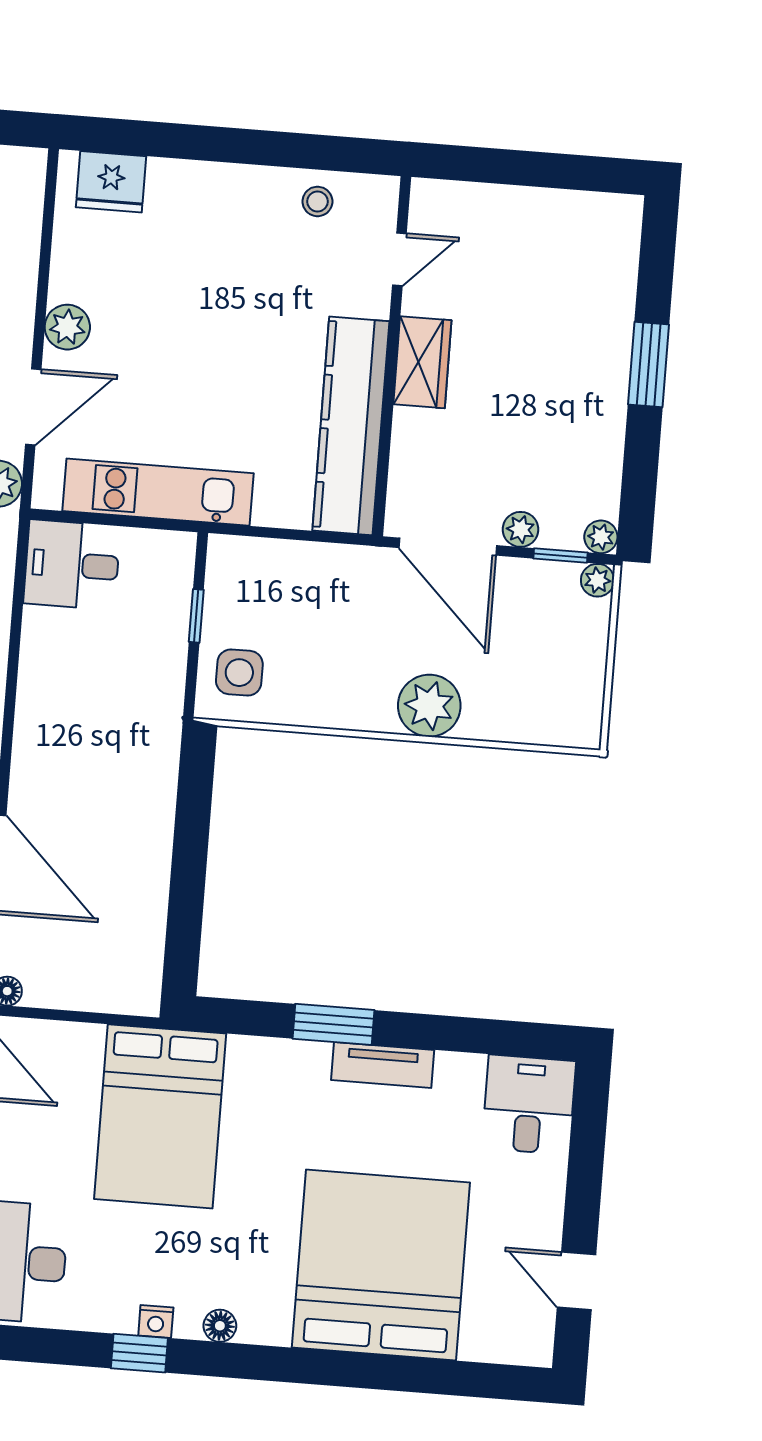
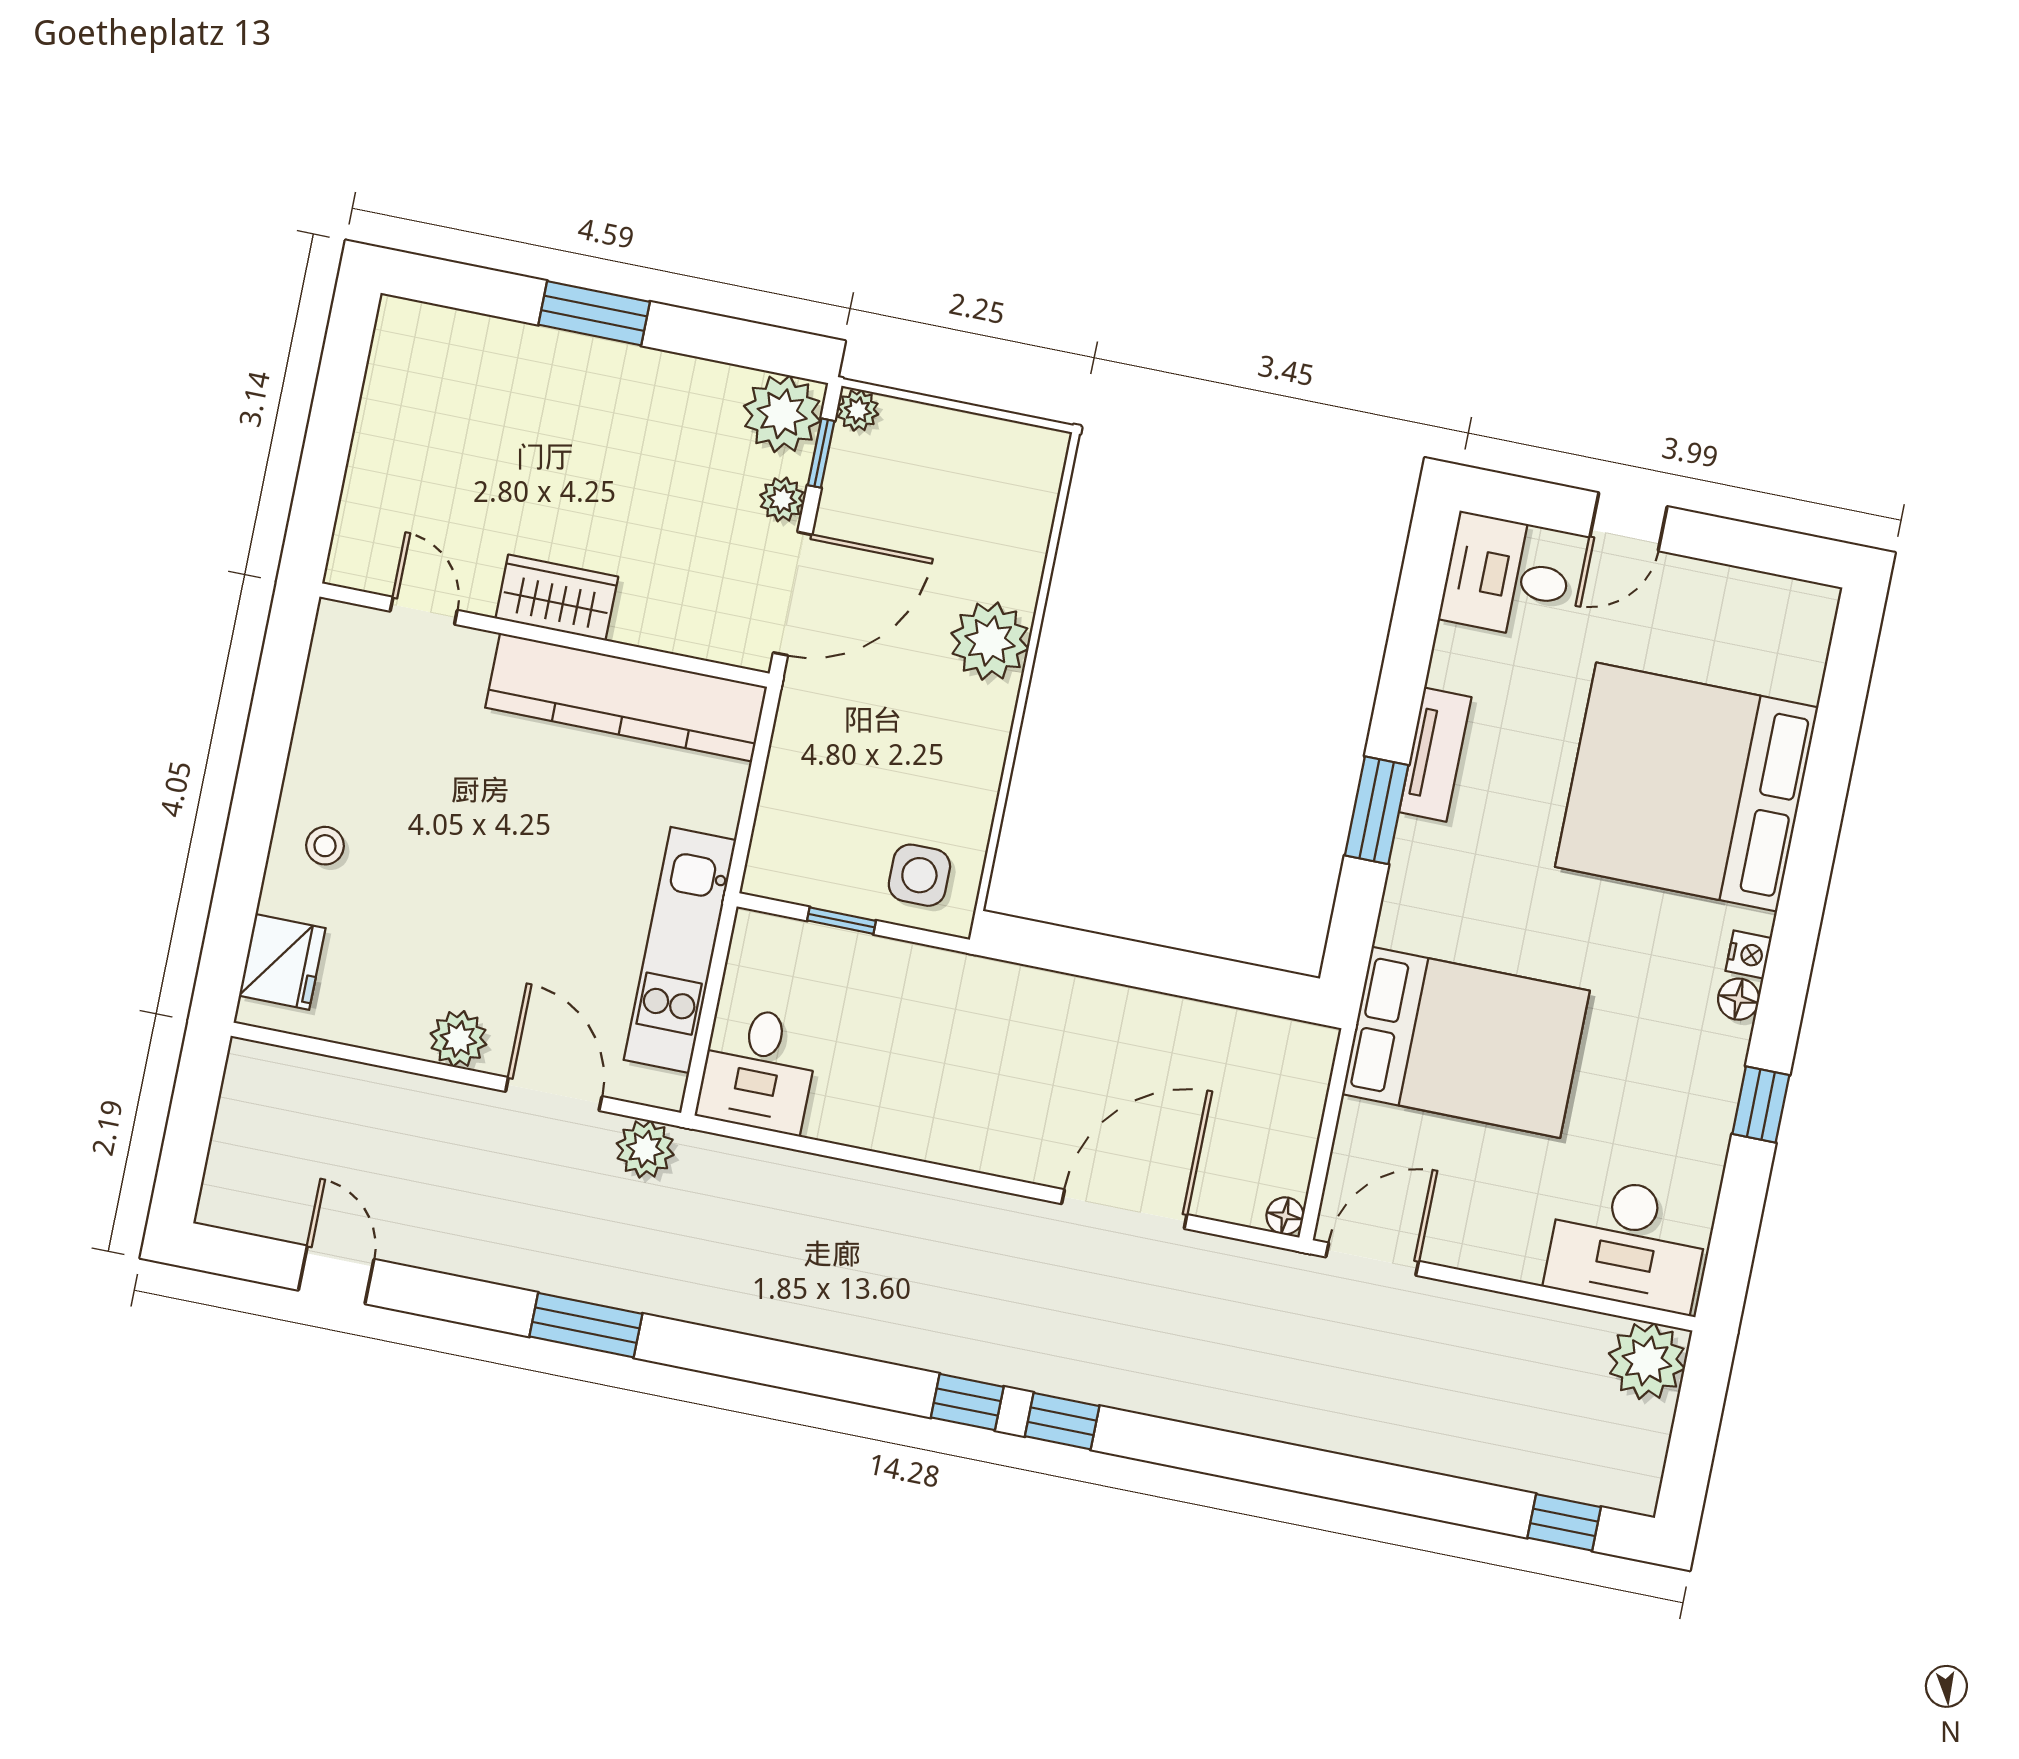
stool: (317, 201) -> (325, 846), moved
plant: (601, 537) -> (782, 414), width x1.88, depth x1.88
door: (576, 1281) -> (1628, 522), moved
nightstand: (156, 1322) -> (1749, 955), moved

